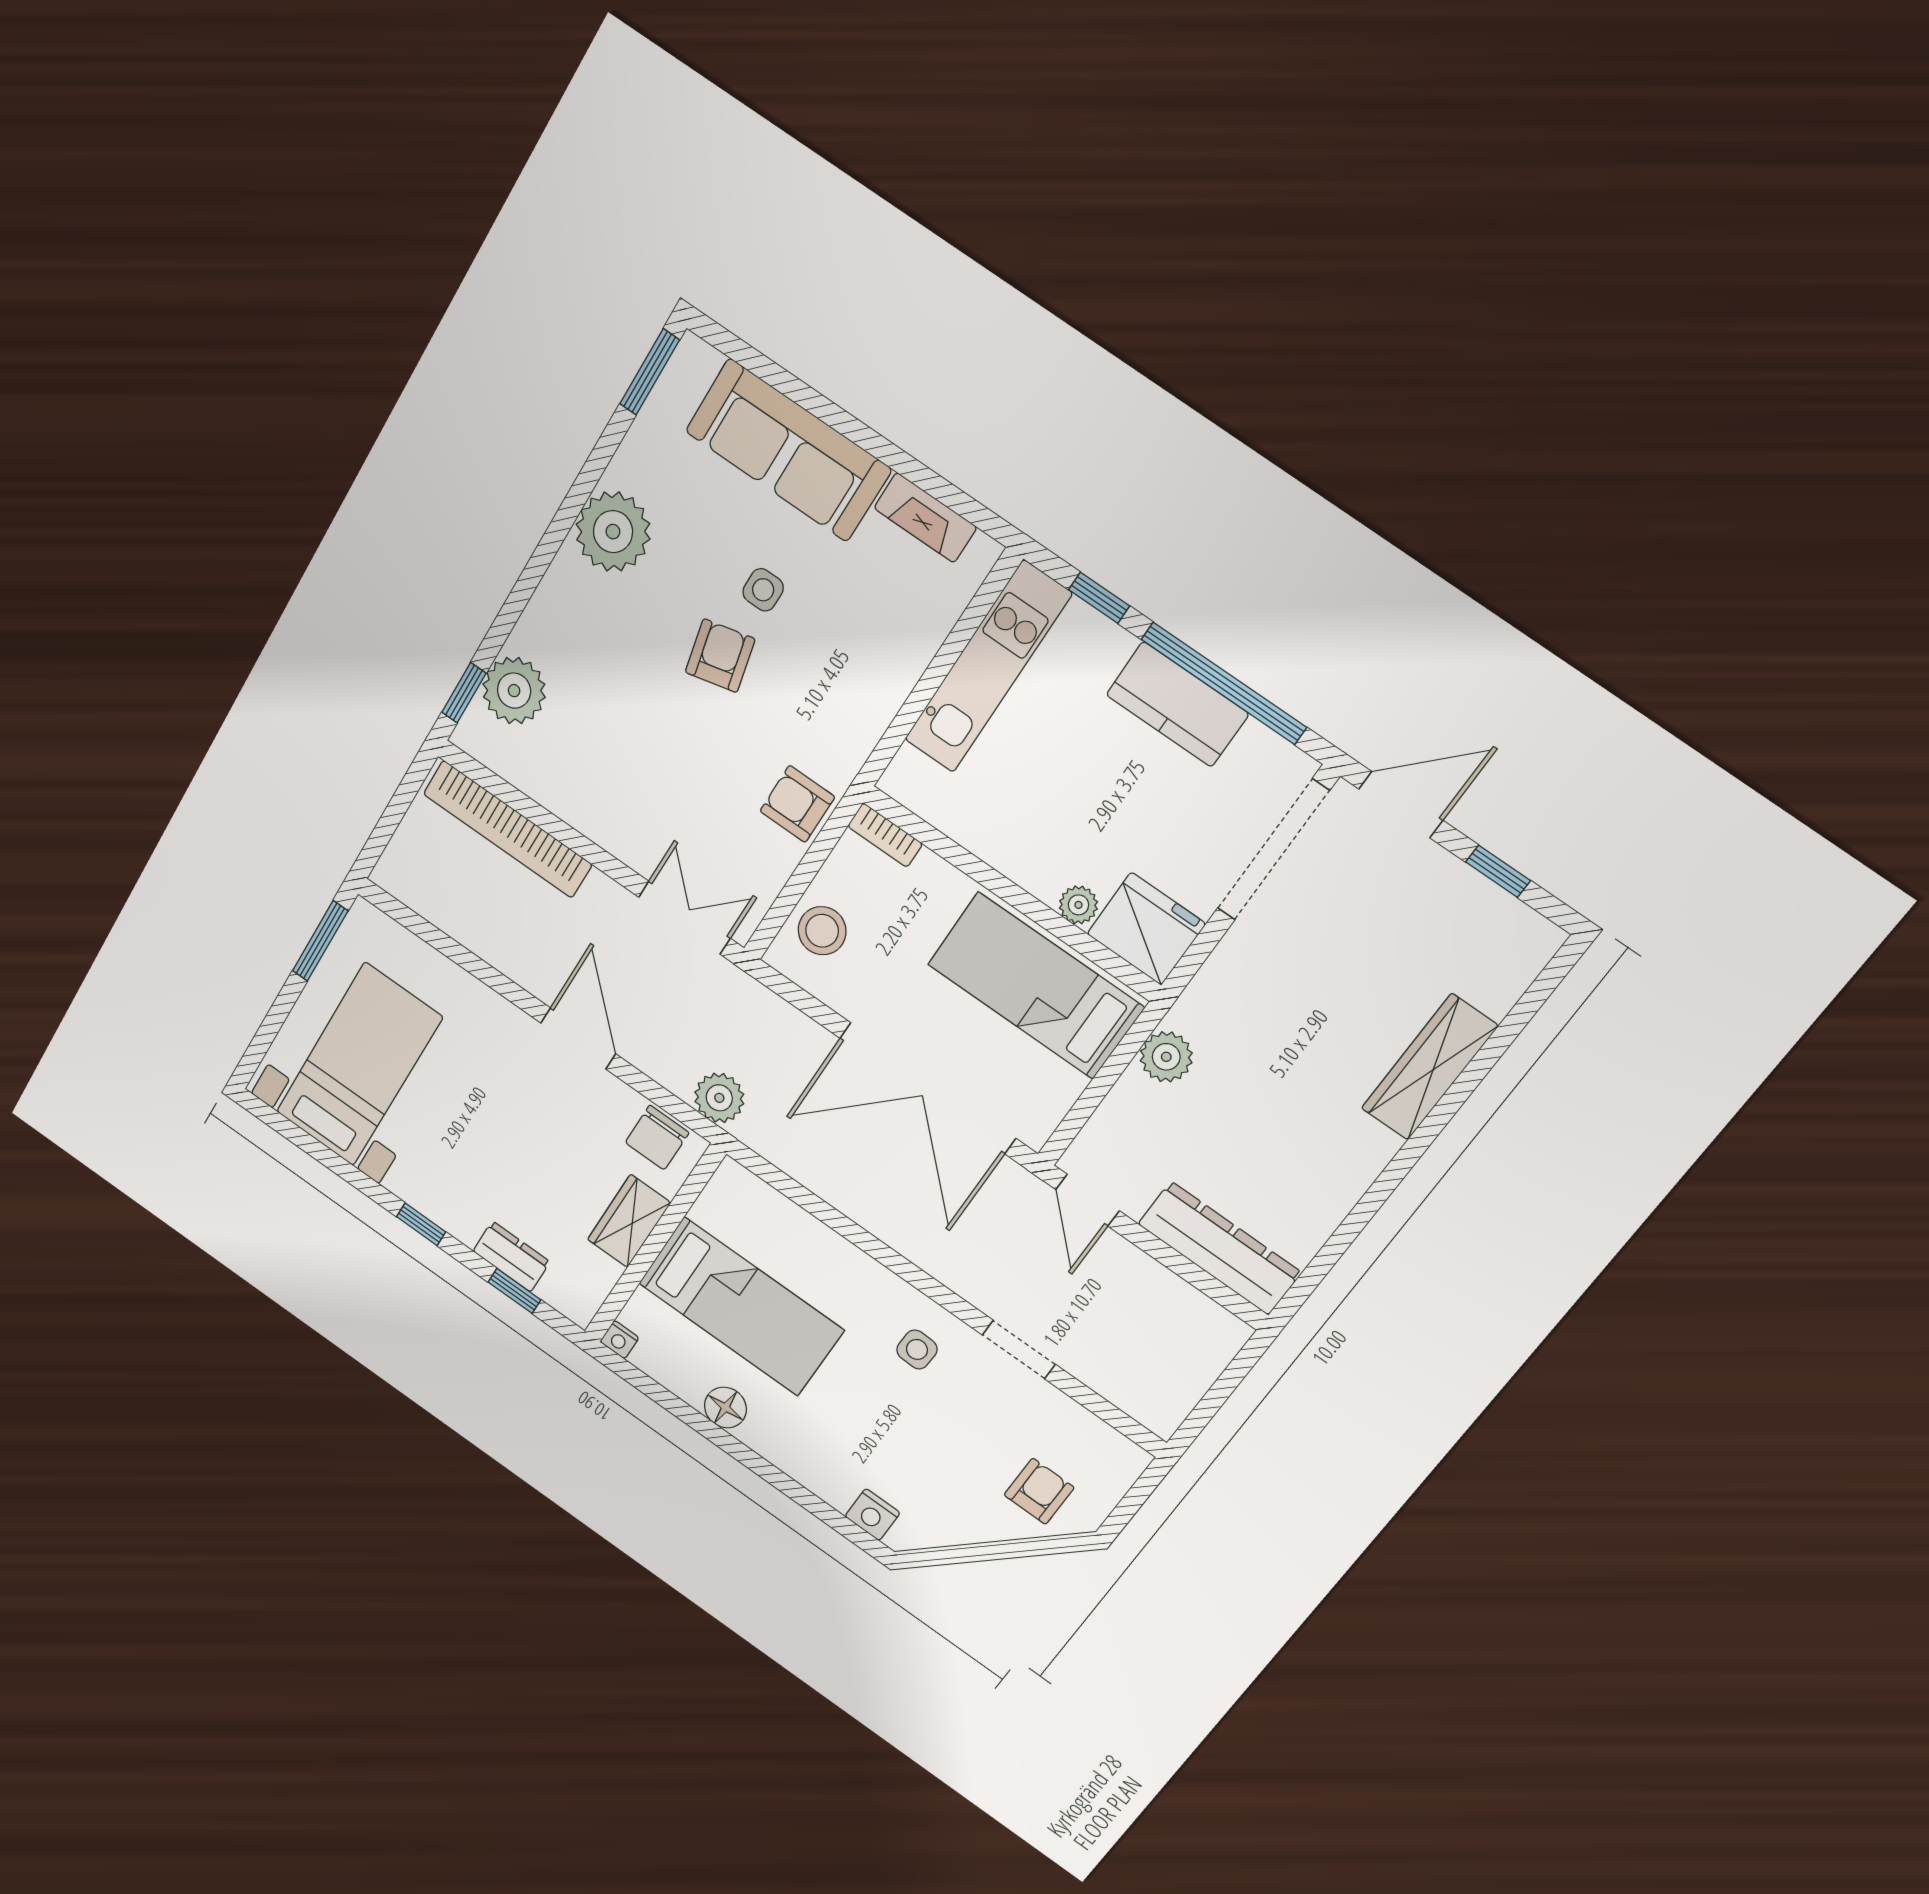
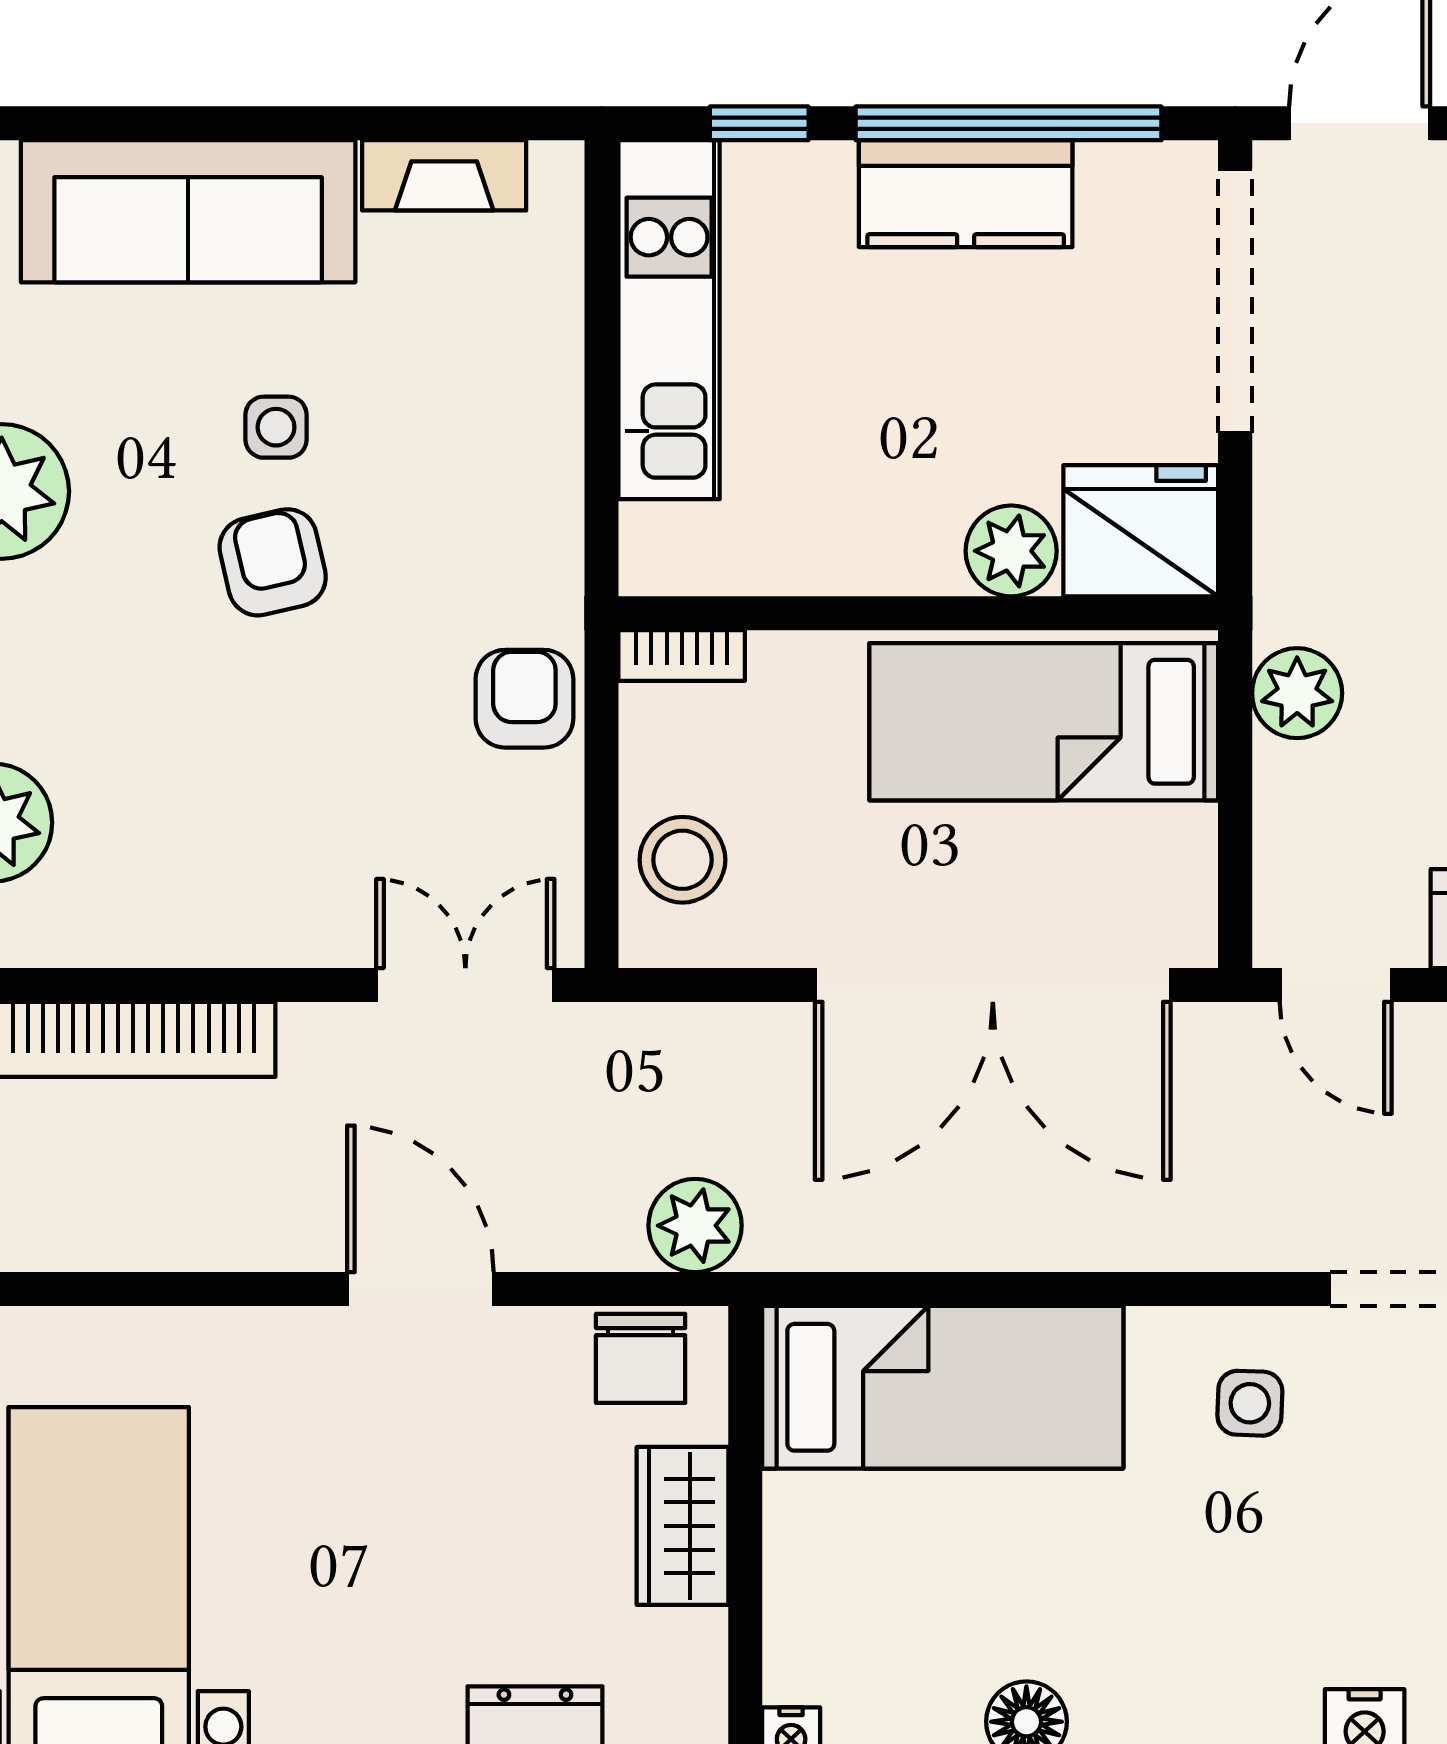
armchair: (797, 804) -> (524, 699), turned 90
plant: (1078, 905) -> (1011, 551), width x1.38, depth x1.38
bed: (741, 1307) -> (943, 1387), moved

